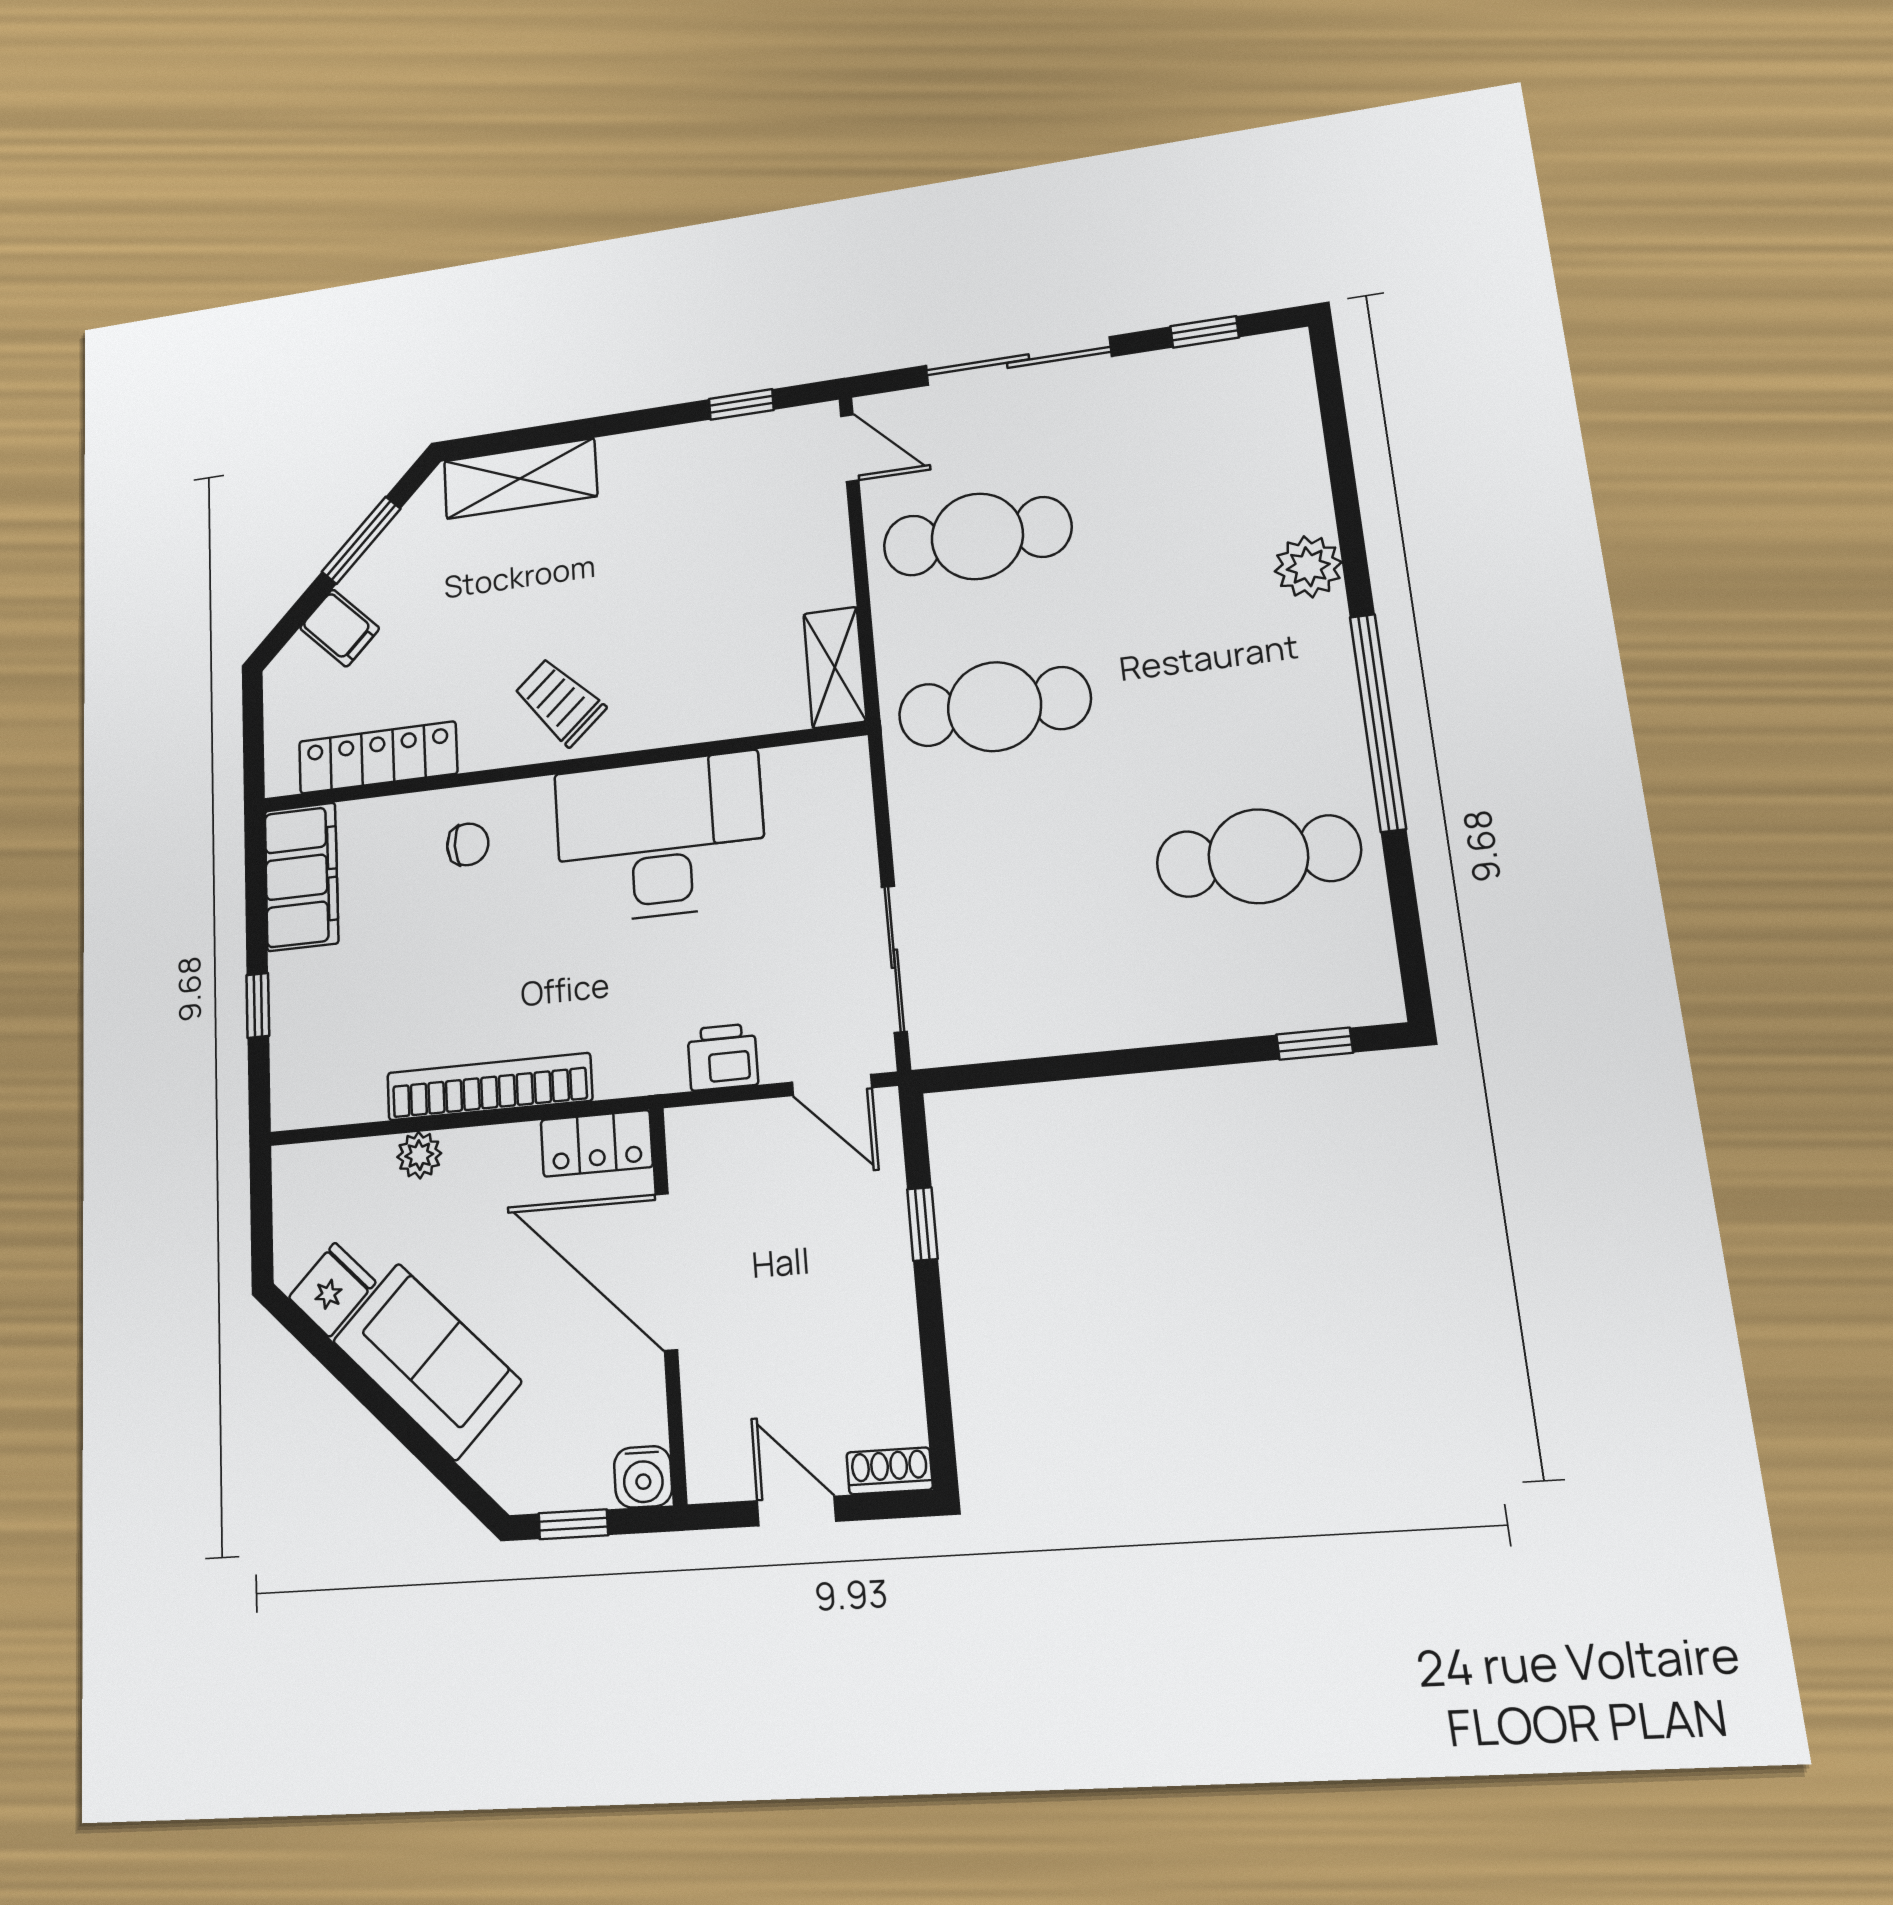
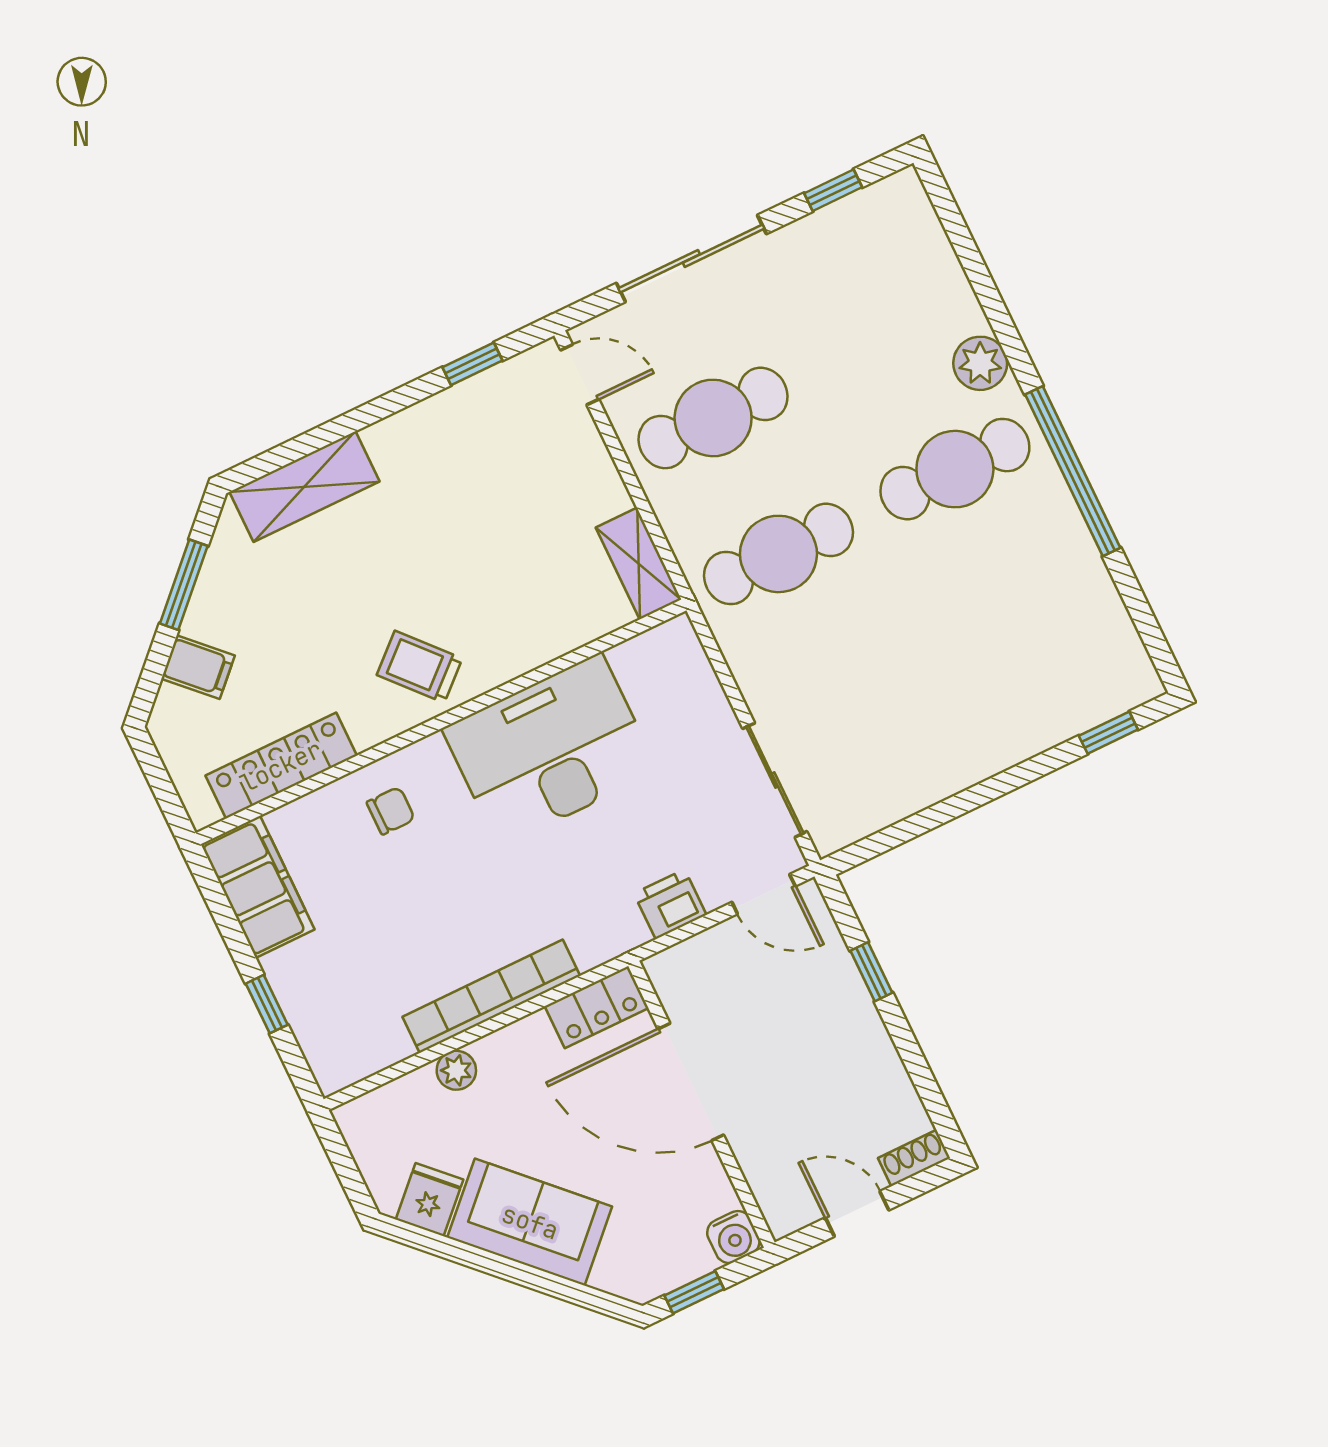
cafe table: (1258, 856) -> (955, 469), moved

